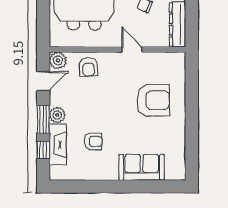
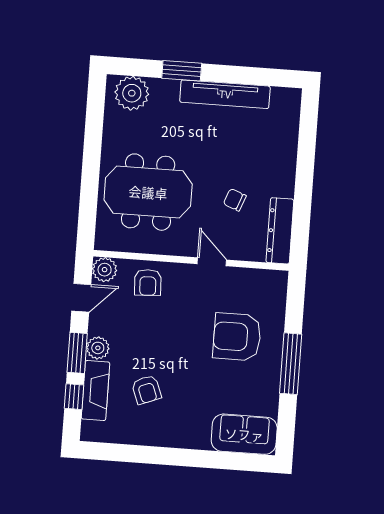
armchair: (153, 100) -> (237, 337), turned 180
window: (192, 116) -> (291, 364), added
armchair: (93, 141) -> (147, 390), turned 69
sofa: (142, 167) -> (244, 434), moved

